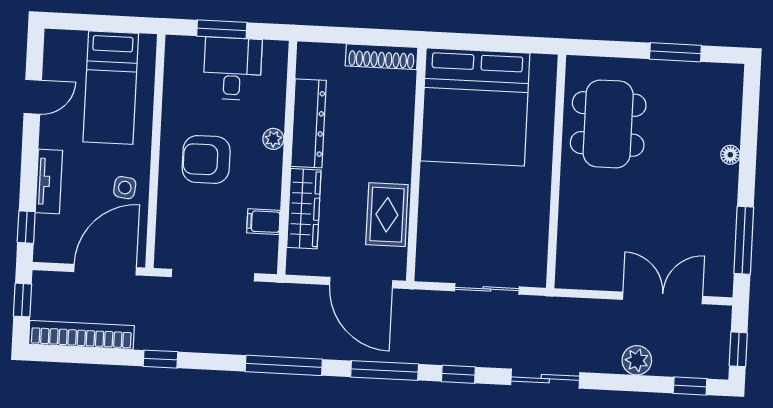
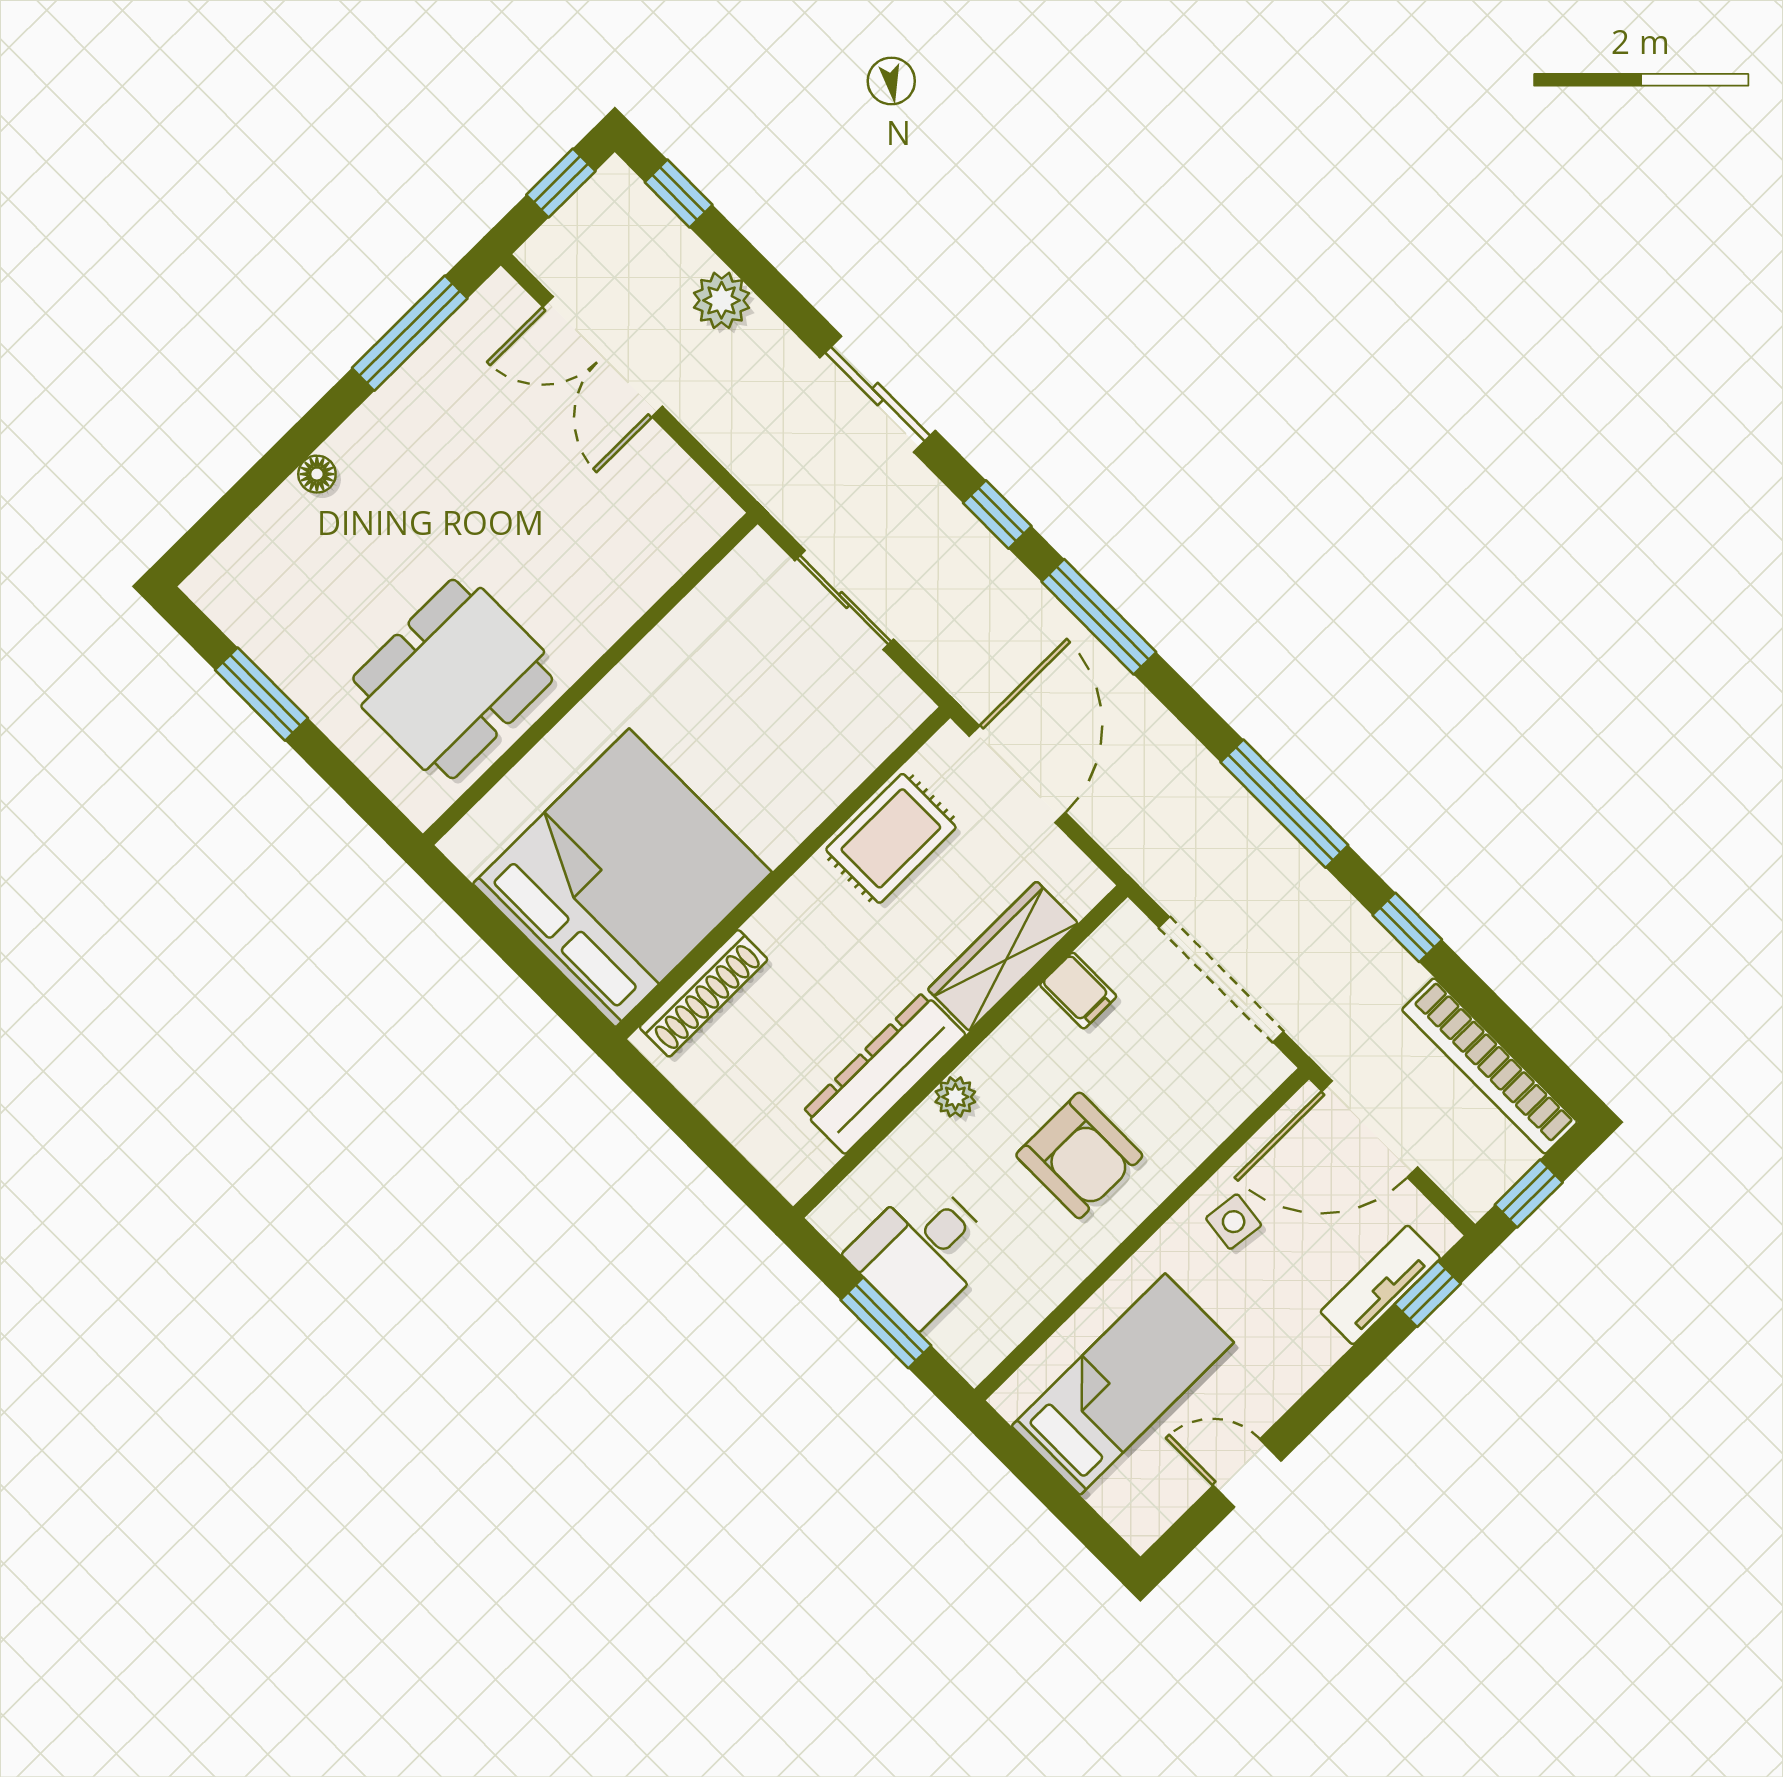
shoe rack: (381, 57) -> (704, 993), moved, turned 90
tv unit: (49, 182) -> (1380, 1285), moved
window: (284, 365) -> (1284, 804), moved

